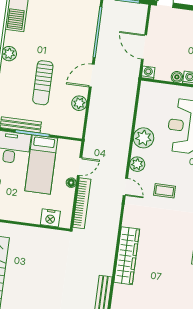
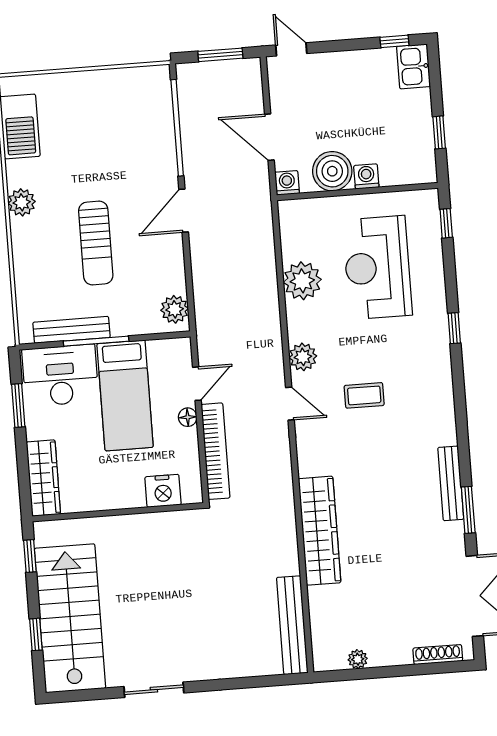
boiler: (177, 77) -> (332, 171), width x1.86, depth x1.86
plant: (79, 103) -> (175, 309), moved
plant: (143, 138) -> (302, 281), moved

